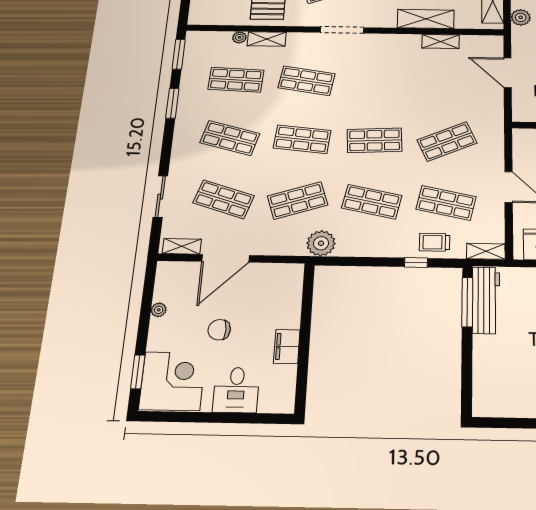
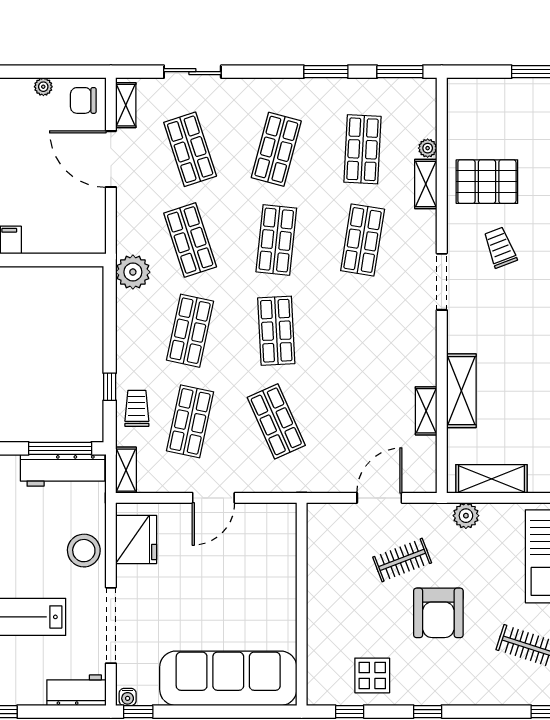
shop shelf: (223, 199) -> (190, 149), turned -36
chair: (219, 330) -> (83, 100), moved, turned -90

